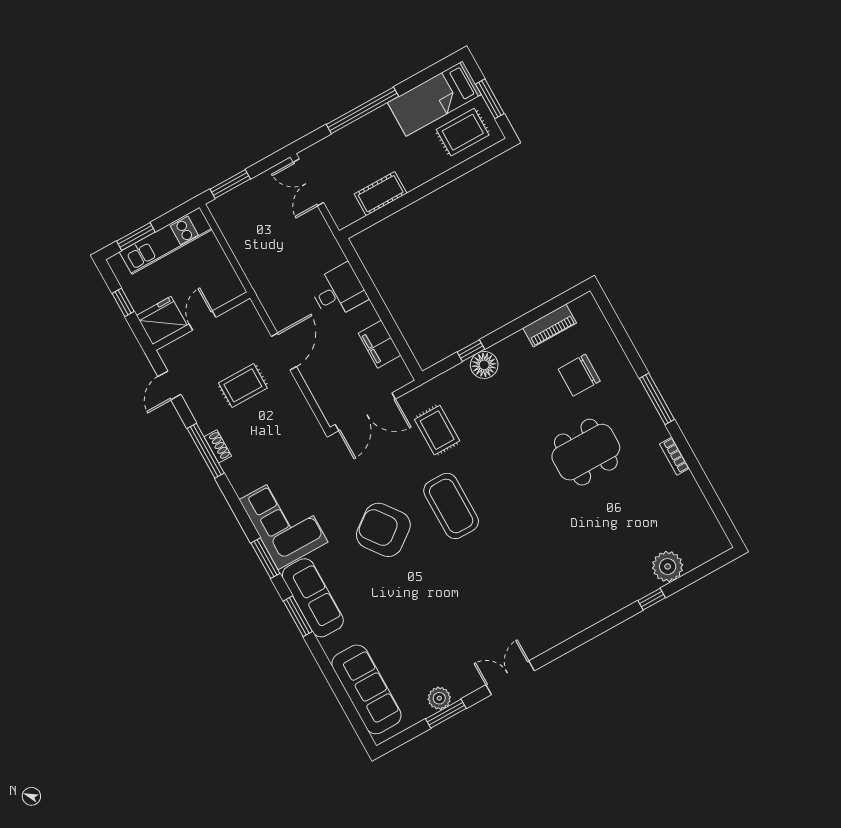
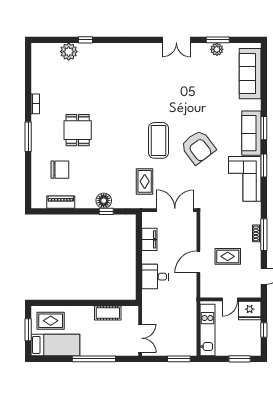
kitchen unit: (166, 241) -> (207, 330), moved, turned 90
dining table: (586, 452) -> (78, 130), width x0.73

